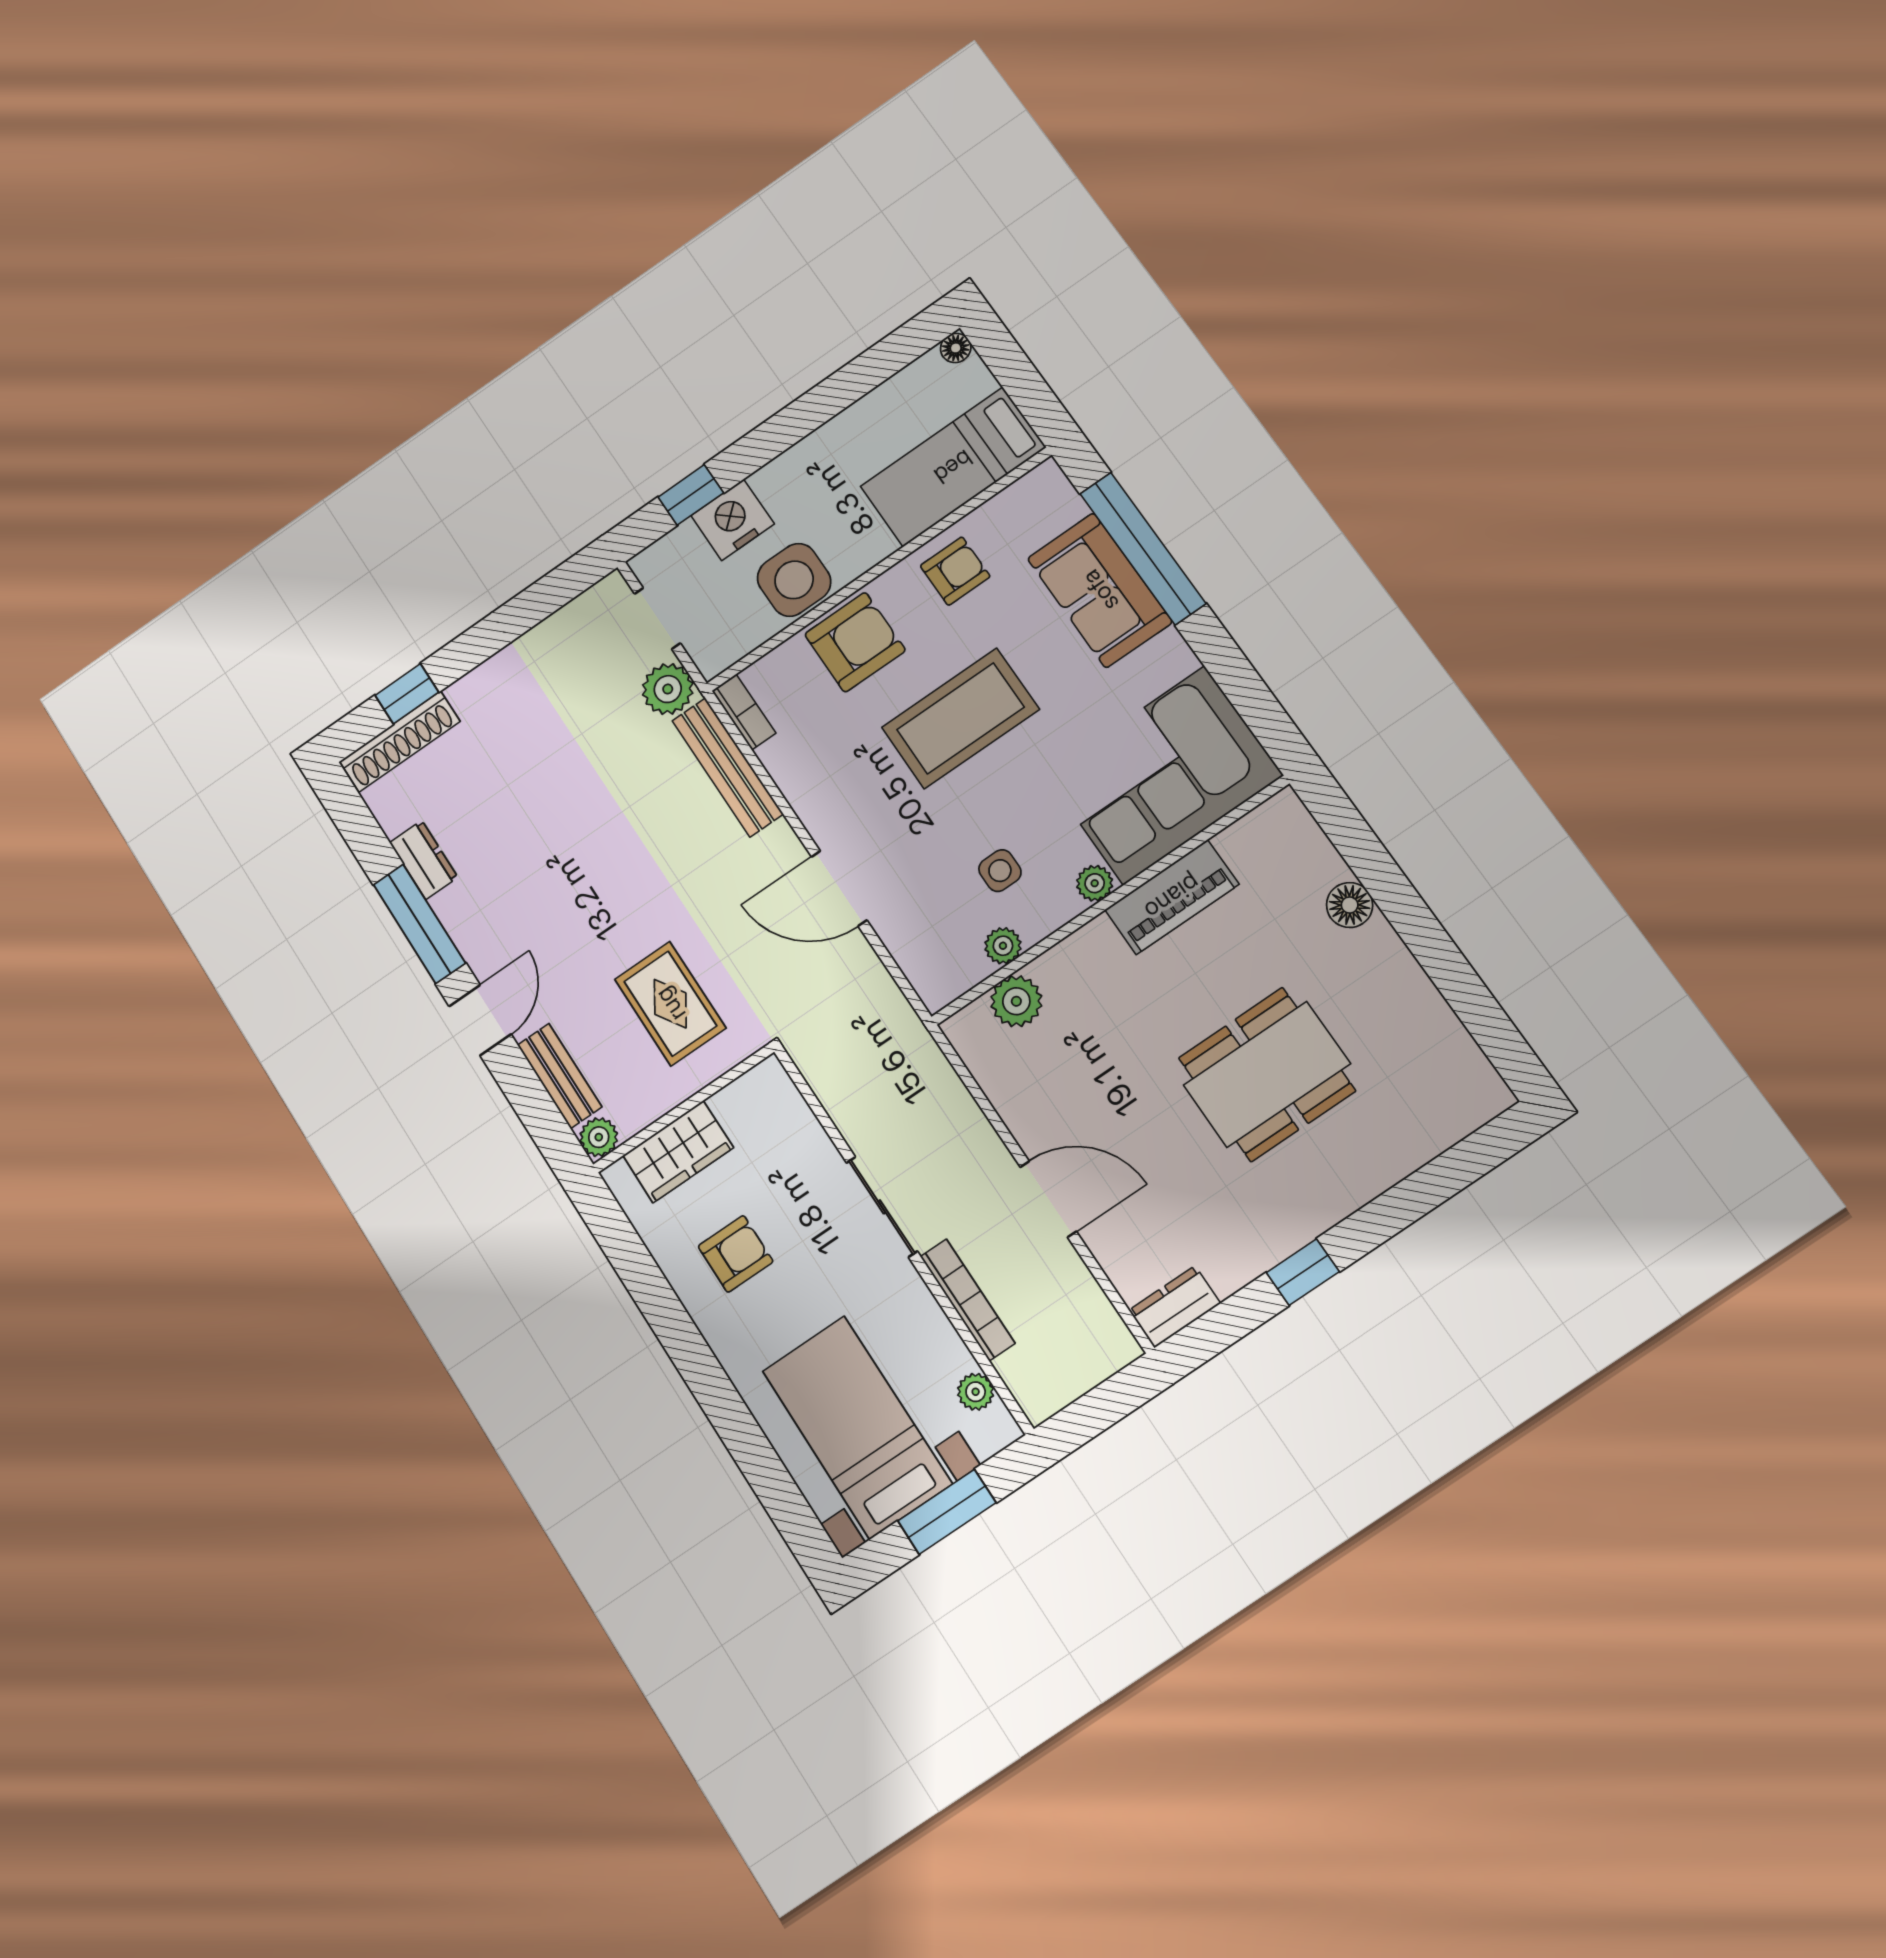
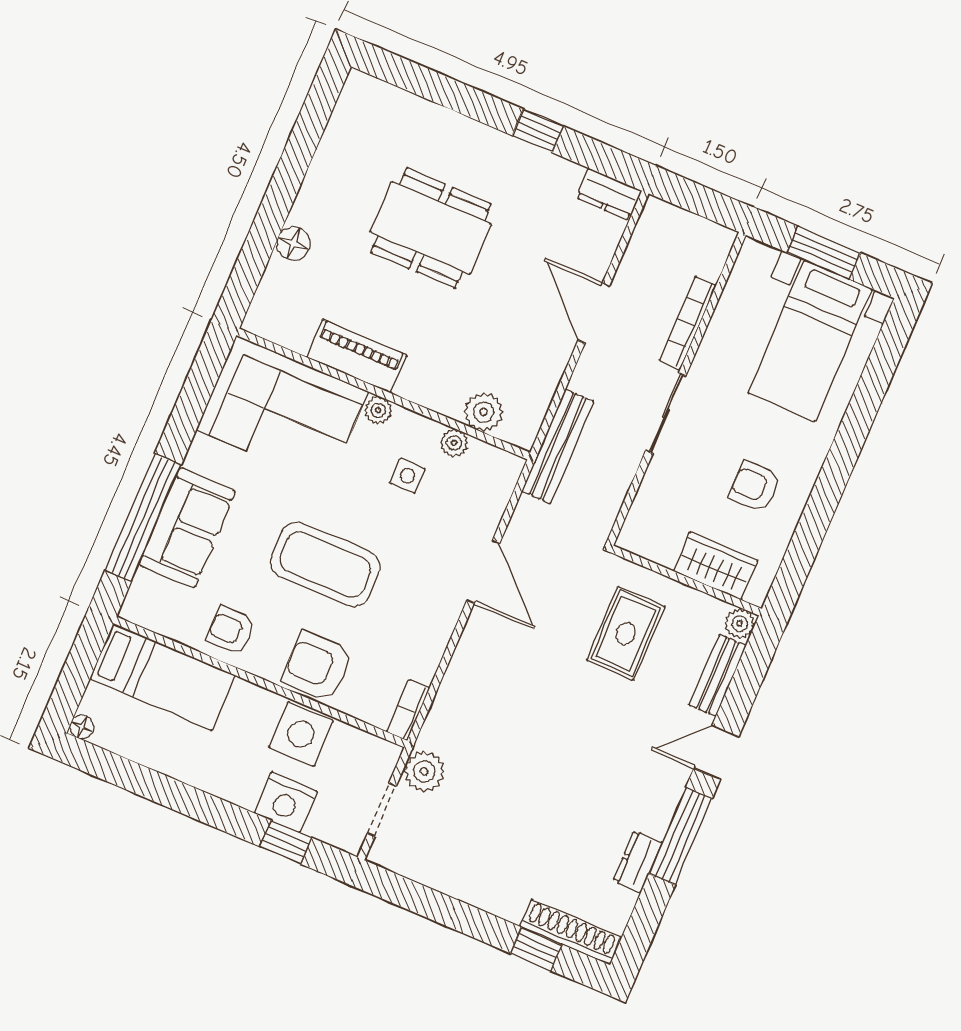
bench: (728, 767) -> (558, 446), moved
plant: (976, 1392) -> (740, 282), removed

